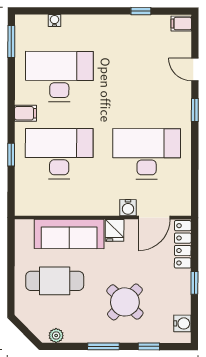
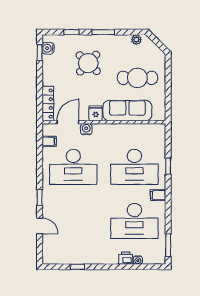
printer: (72, 23) -> (126, 258), added
filing cabinet: (181, 24) -> (49, 141), moved
window: (194, 283) -> (40, 53), moved

